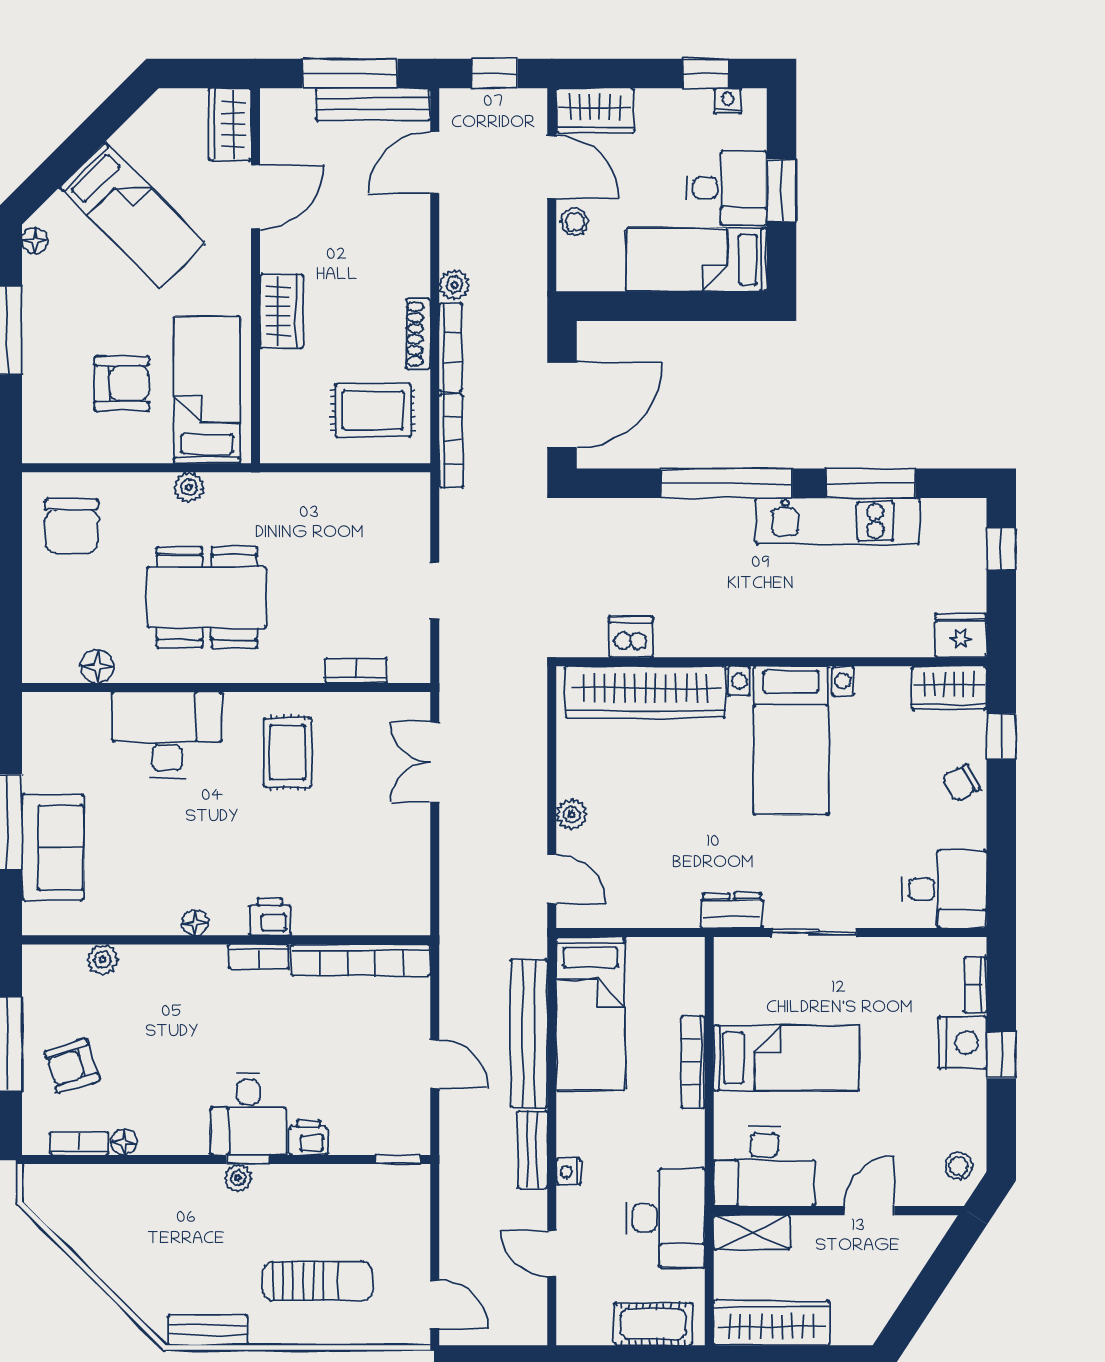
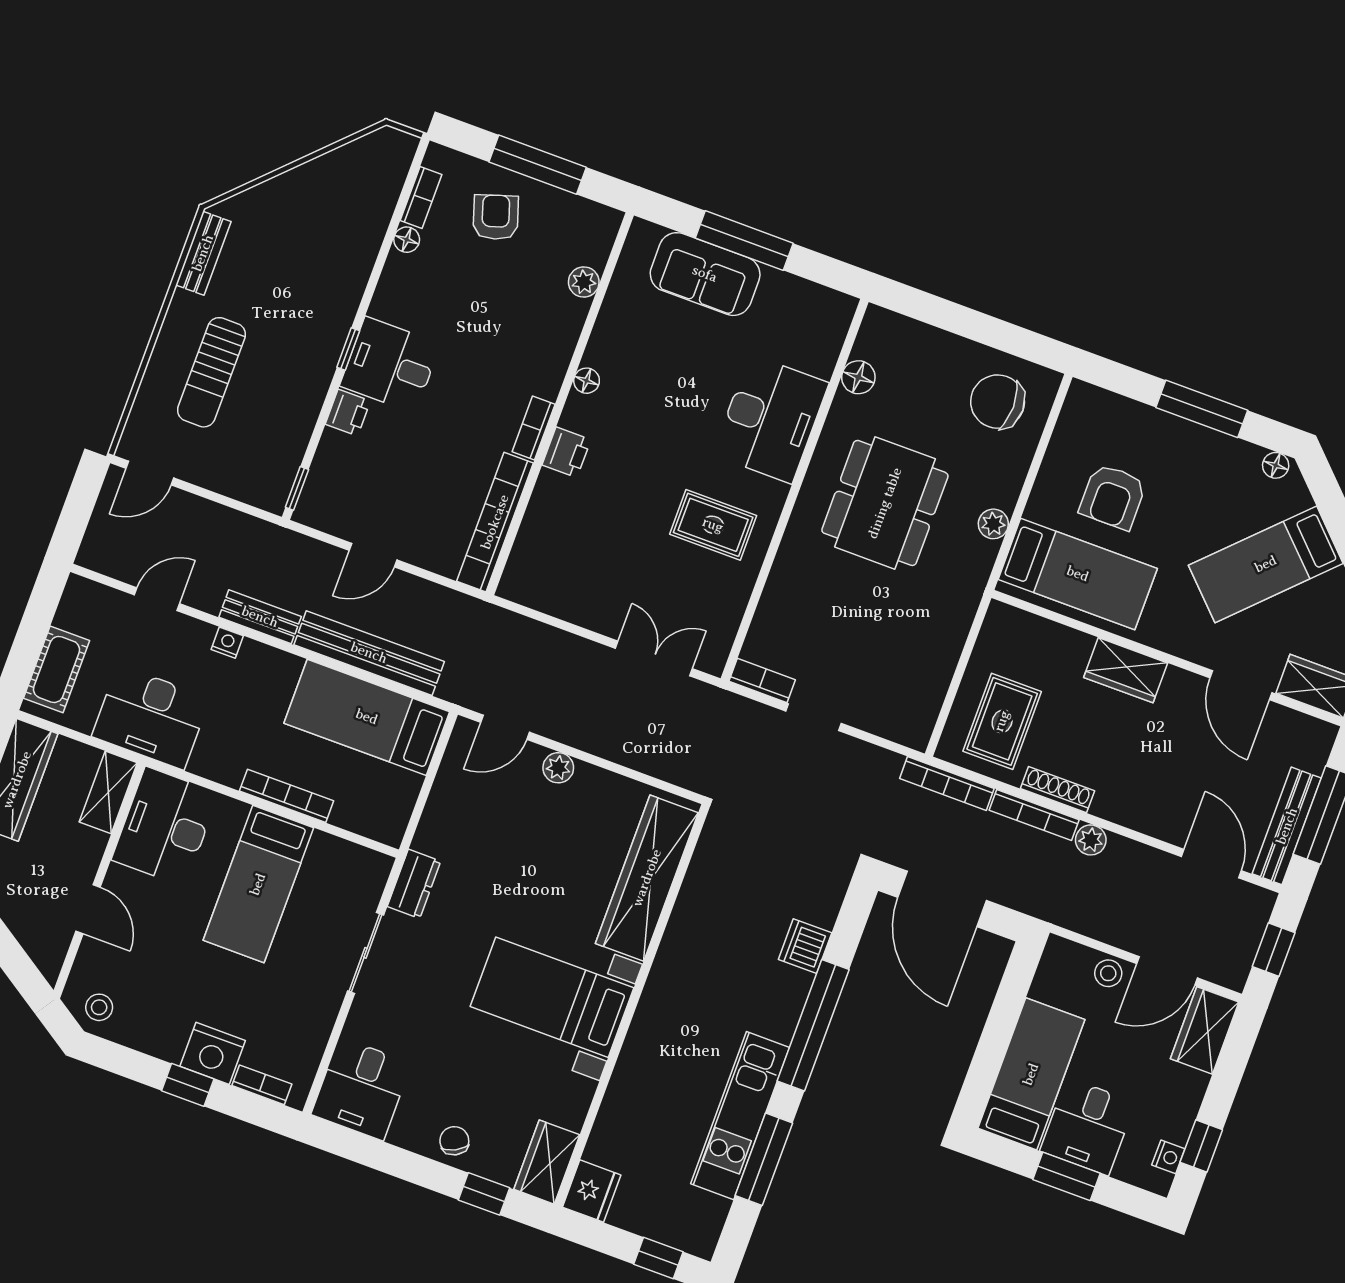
dishwasher: (631, 637) -> (805, 946), moved, turned 180
bookcase: (356, 671) -> (762, 680), moved, turned -90
plant: (238, 1178) -> (335, 333), removed

